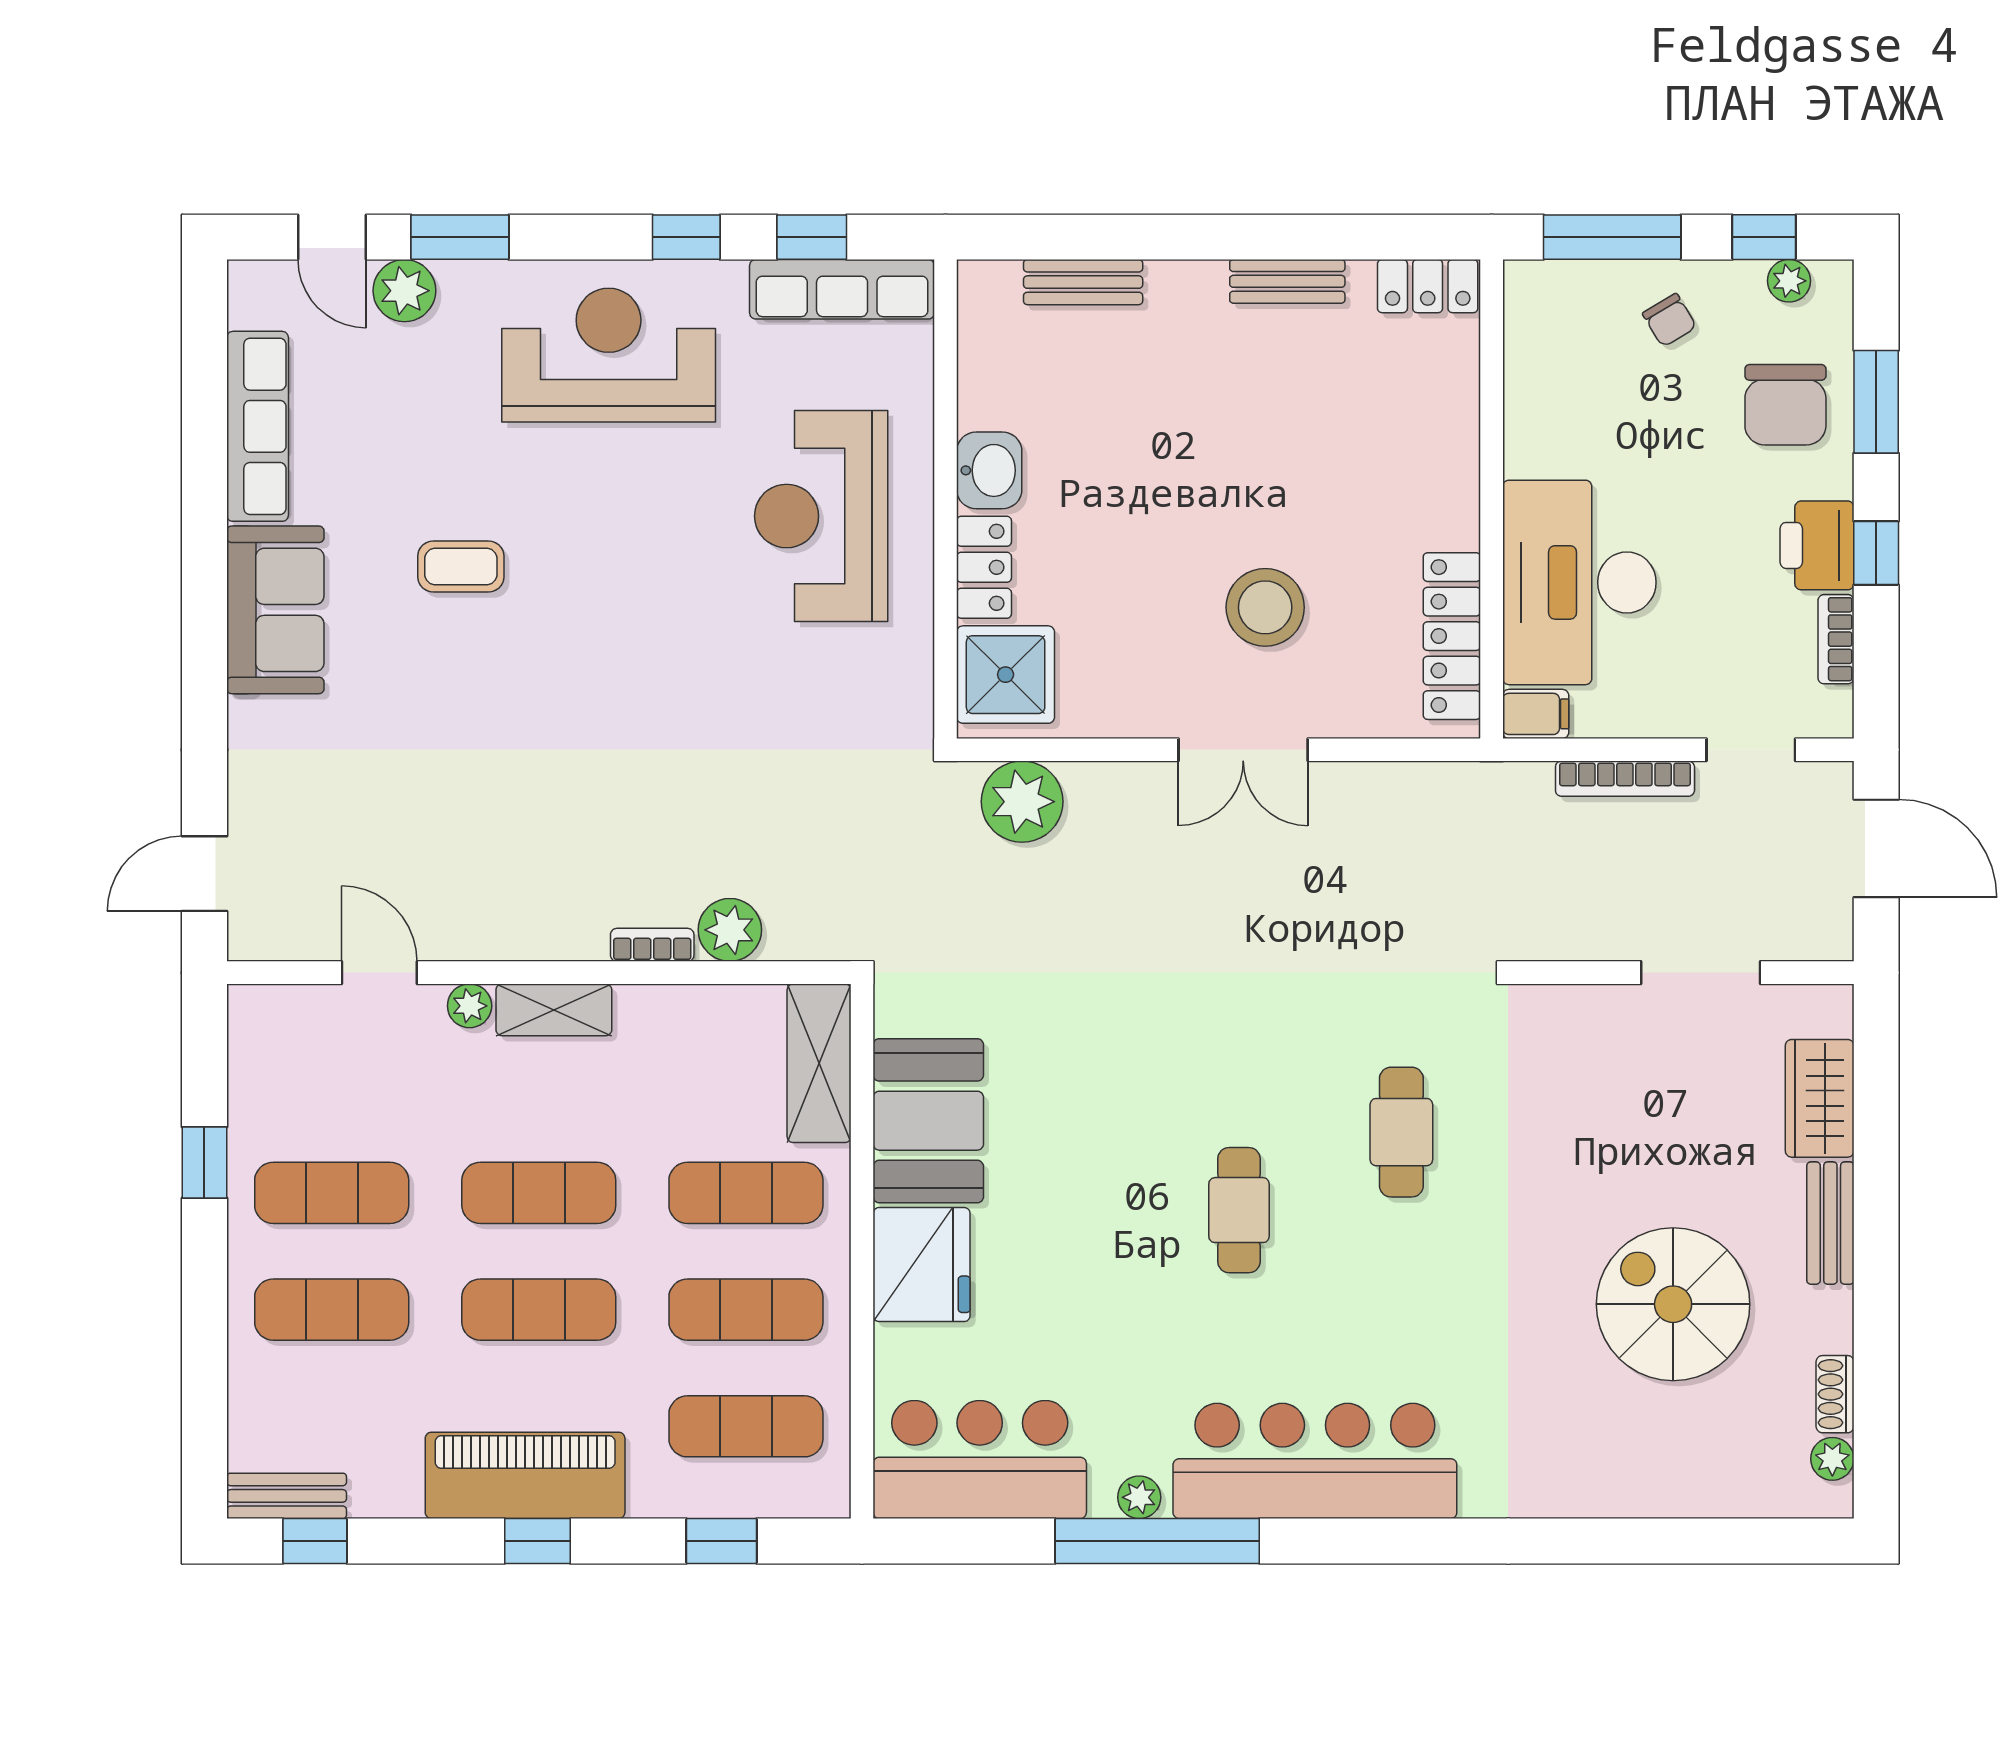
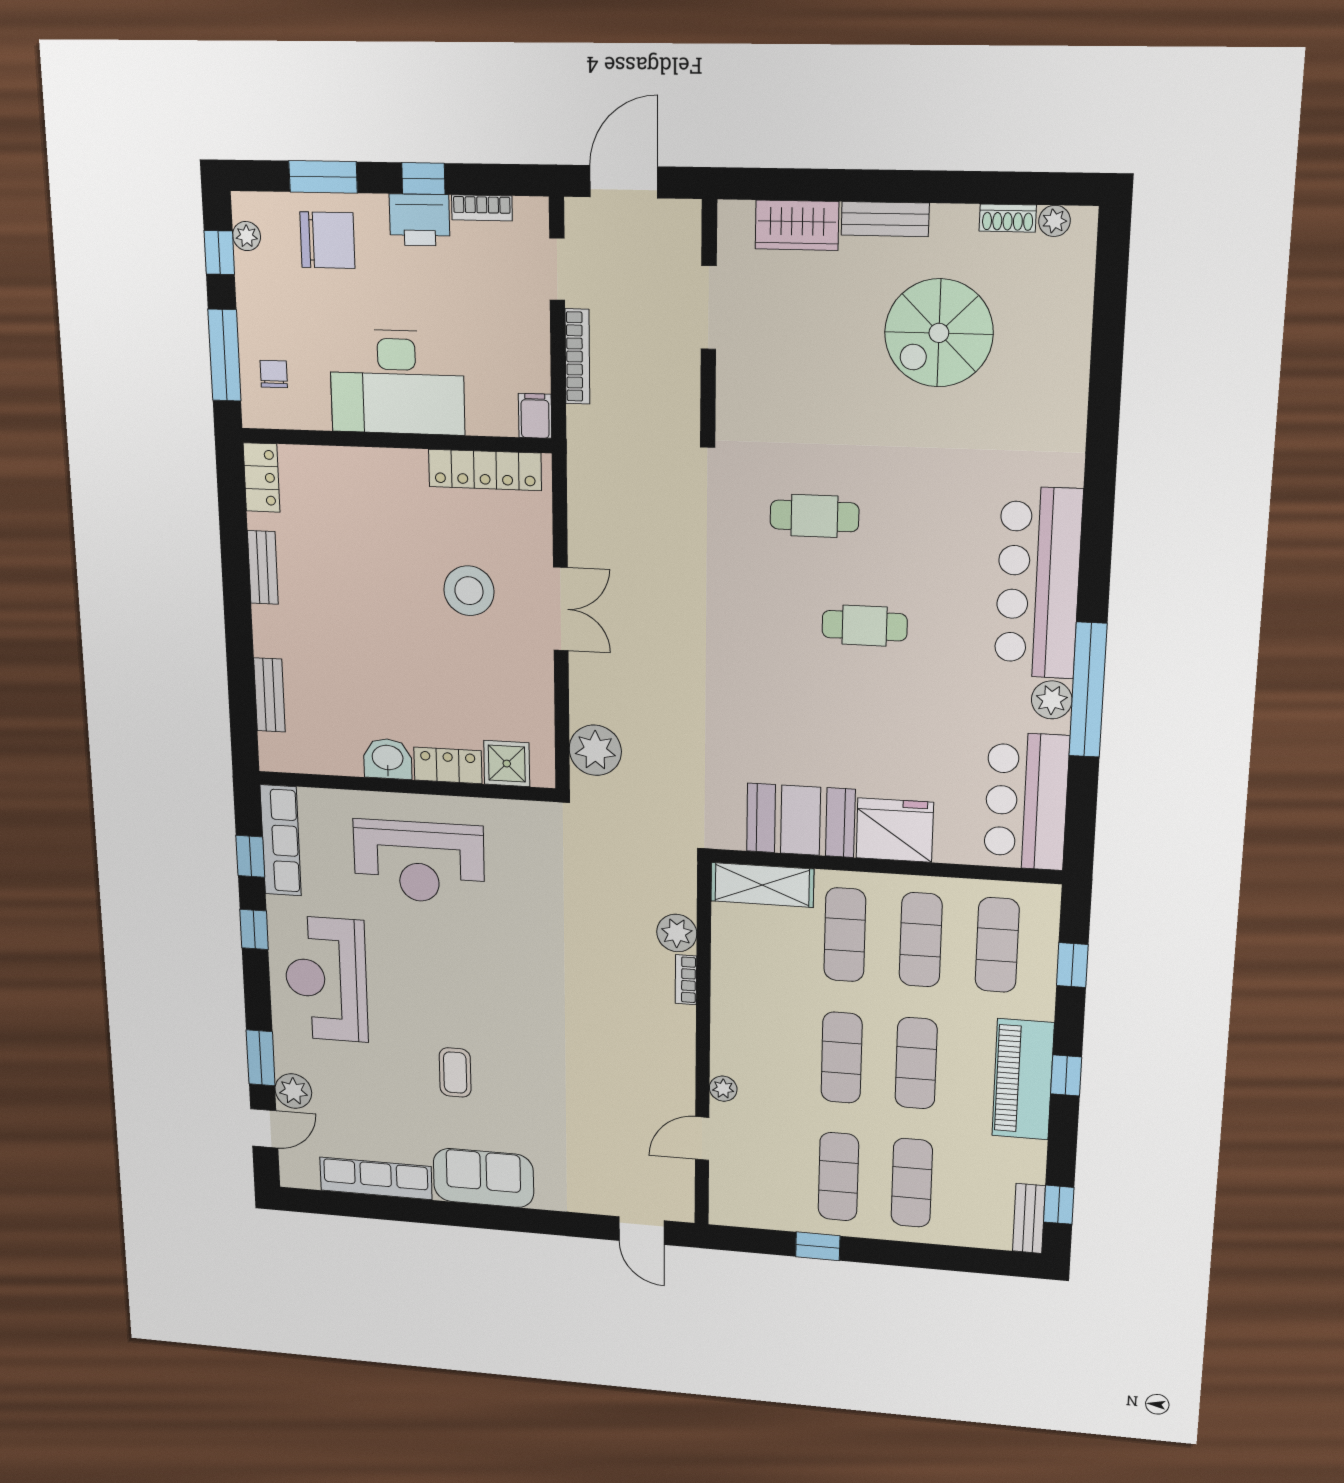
chair: (1669, 320) -> (274, 374), moved, turned -59
desk: (1579, 582) -> (397, 382), moved
shower: (1006, 675) -> (507, 764), width x0.73, depth x0.73
shelving: (554, 1010) -> (726, 1040), removed
plant: (1139, 1497) -> (1052, 700), width x1.38, depth x1.38

